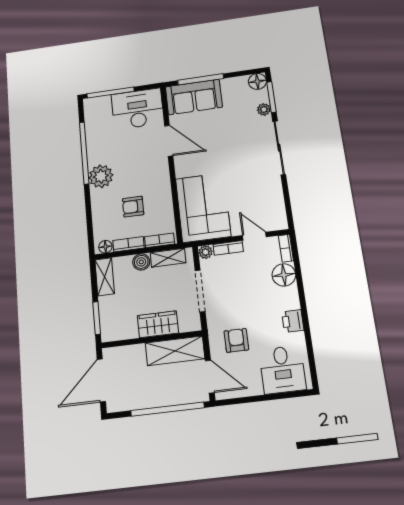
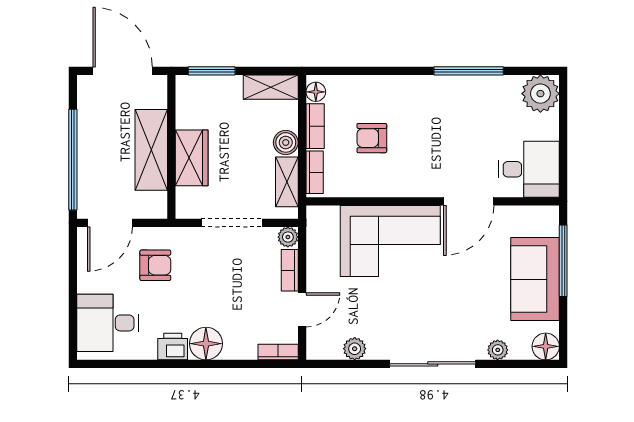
window: (111, 92) -> (563, 119), removed
sofa: (194, 97) -> (535, 279), moved
window: (271, 97) -> (516, 364), removed
desk: (137, 109) -> (529, 169), width x0.73
window: (84, 153) -> (469, 71), width x0.68
plant: (101, 176) -> (540, 94), moved
plant: (276, 198) -> (355, 349), added
armchair: (133, 207) -> (372, 138), turned -90
corner sofa: (203, 207) -> (390, 241), moved
floor lamp: (284, 275) -> (206, 344), moved
shelving: (175, 351) -> (151, 150), moved

